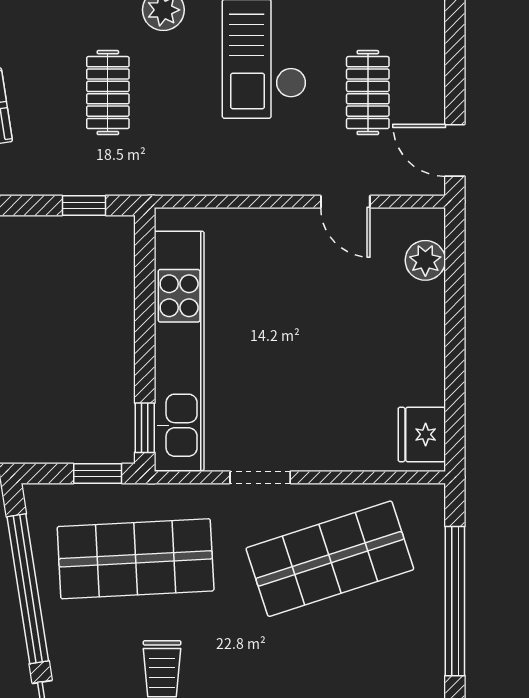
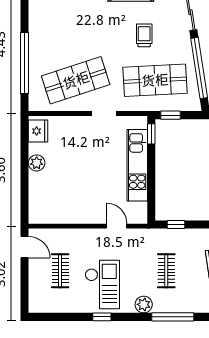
door: (345, 202) -> (117, 226), moved
plant: (425, 260) -> (37, 163), moved
kitchen unit: (179, 351) -> (137, 165), width x0.73

